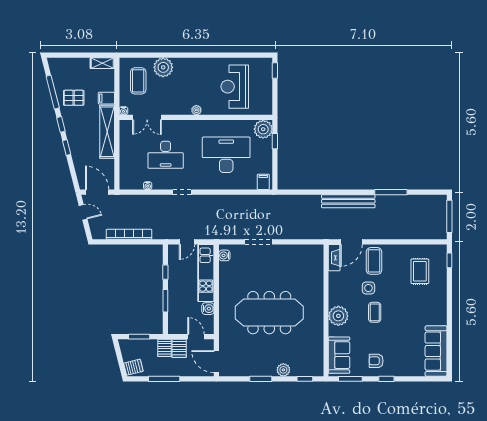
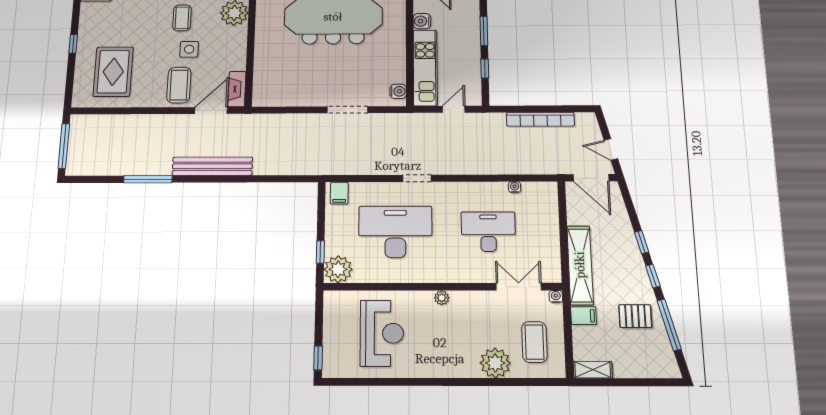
desk: (226, 155) -> (395, 232), turned 180
doorway: (182, 192) -> (417, 178), moved
window: (449, 260) -> (73, 44), moved
rug: (420, 271) -> (113, 72), width x1.36, depth x1.43

